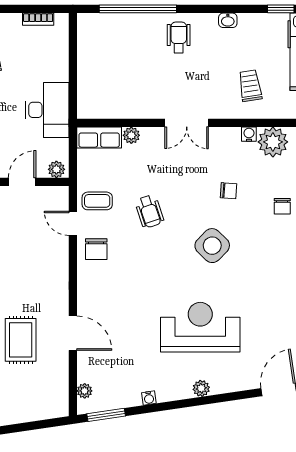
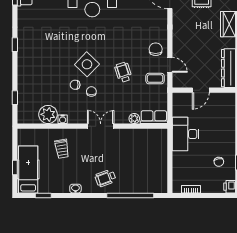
wheelchair: (179, 37) -> (105, 178), turned 70
plant: (56, 169) -> (180, 98), removed
chair: (282, 206) -> (91, 91), moved
side table: (212, 246) -> (87, 64), moved

